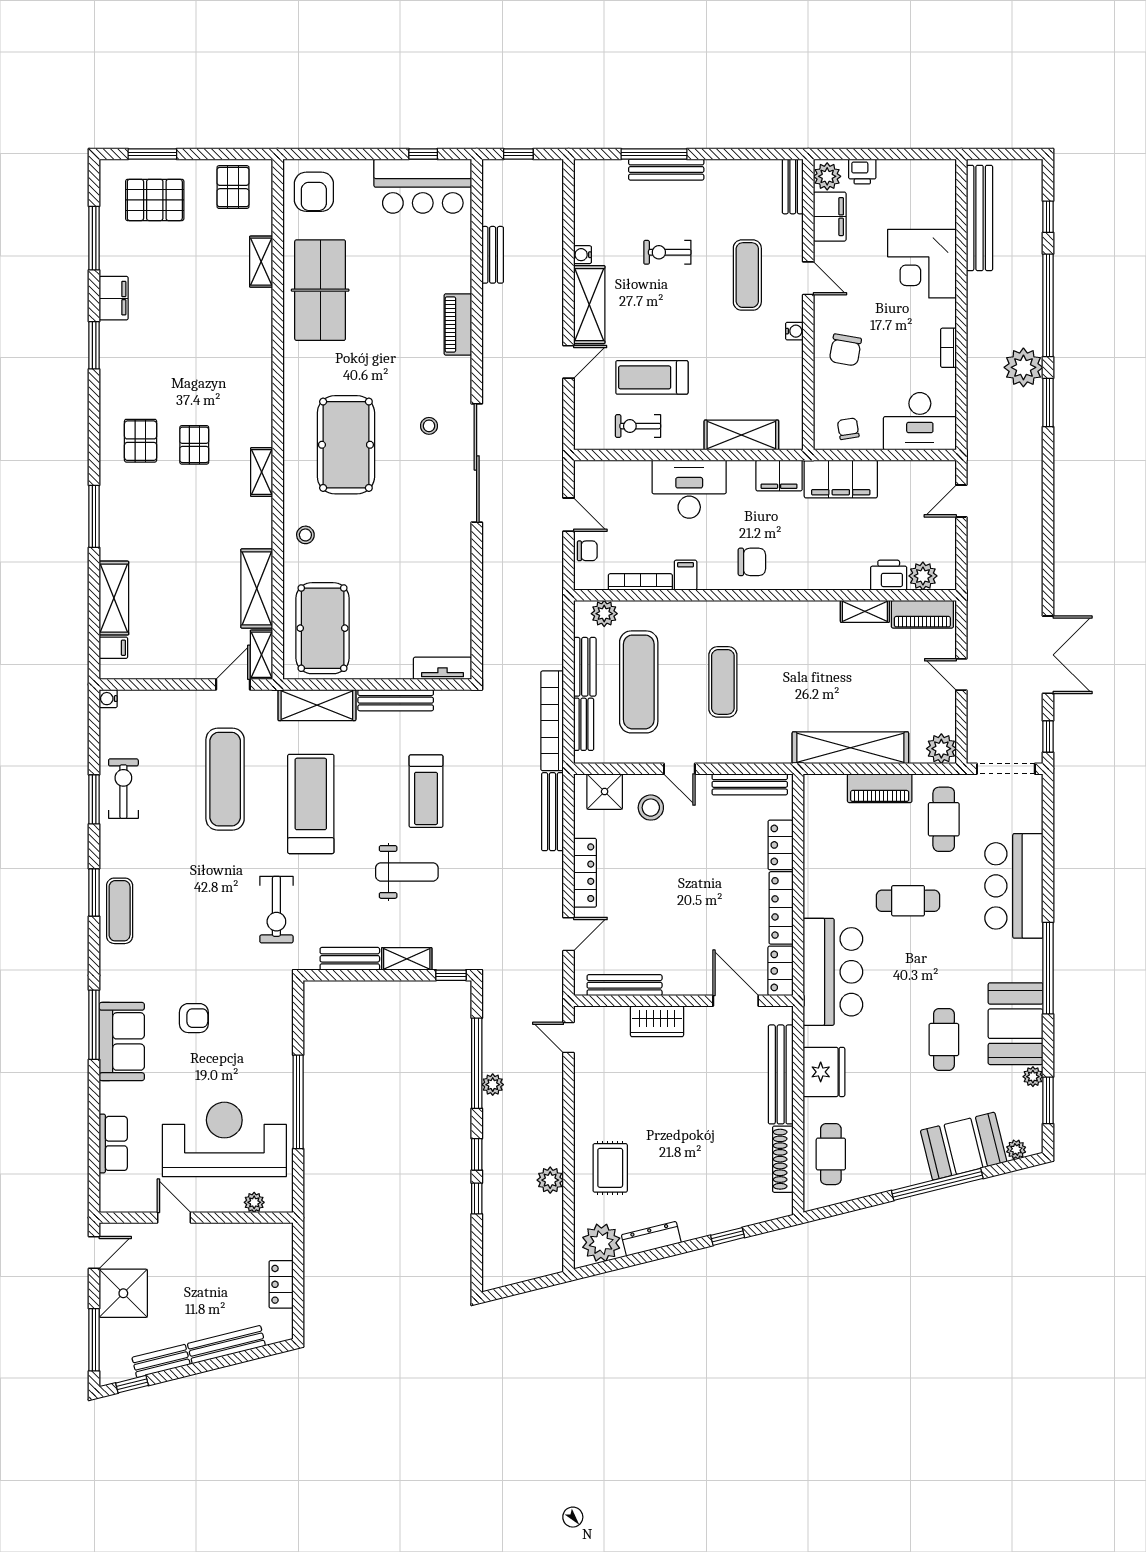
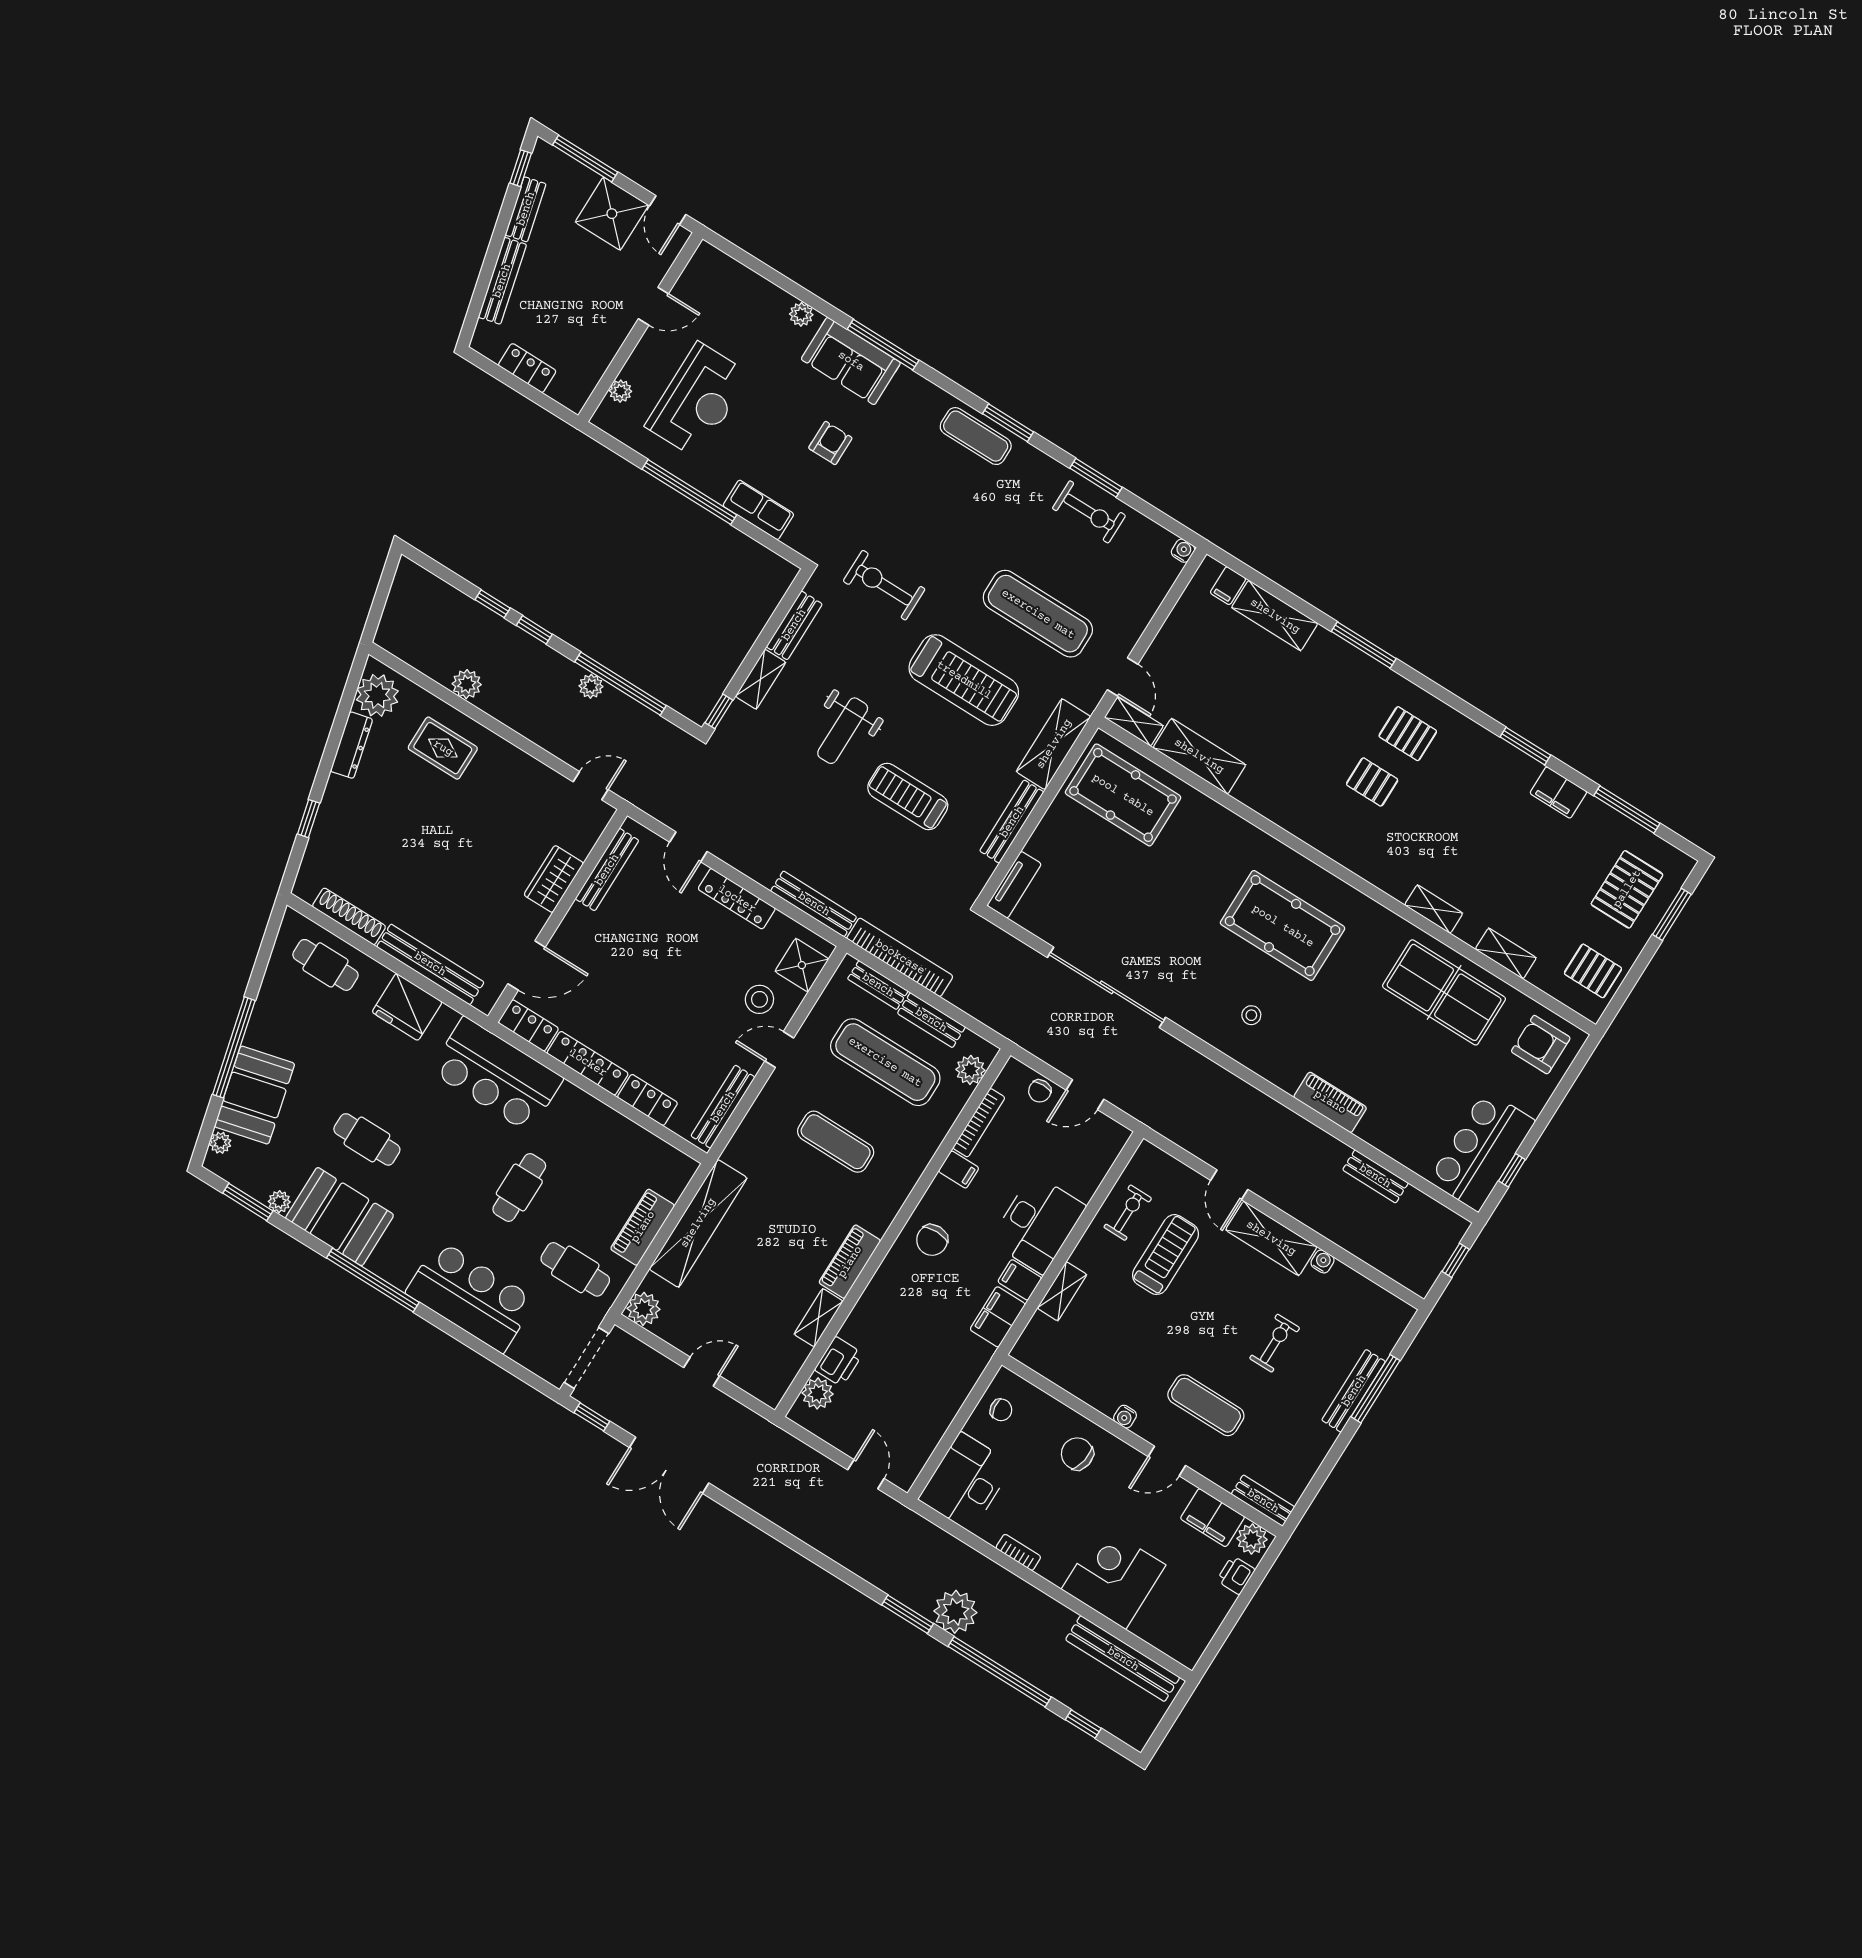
shelving: (741, 435) -> (1062, 1291), width x0.67, depth x0.75
sliding door: (477, 463) -> (1107, 987), moved
shelving: (262, 472) -> (1434, 909), moved
filing cabinet: (841, 479) -> (1020, 1280), moved, width x0.33, depth x0.86
stool: (305, 535) -> (1221, 834), removed
piano: (922, 614) -> (850, 1262), moved
armchair: (194, 1018) -> (830, 443), turned 180
plant: (110, 1101) -> (801, 314), added
reception desk: (224, 1139) -> (698, 400), width x0.74, depth x0.77
row of seats: (113, 1143) -> (758, 510), moved, turned 180

